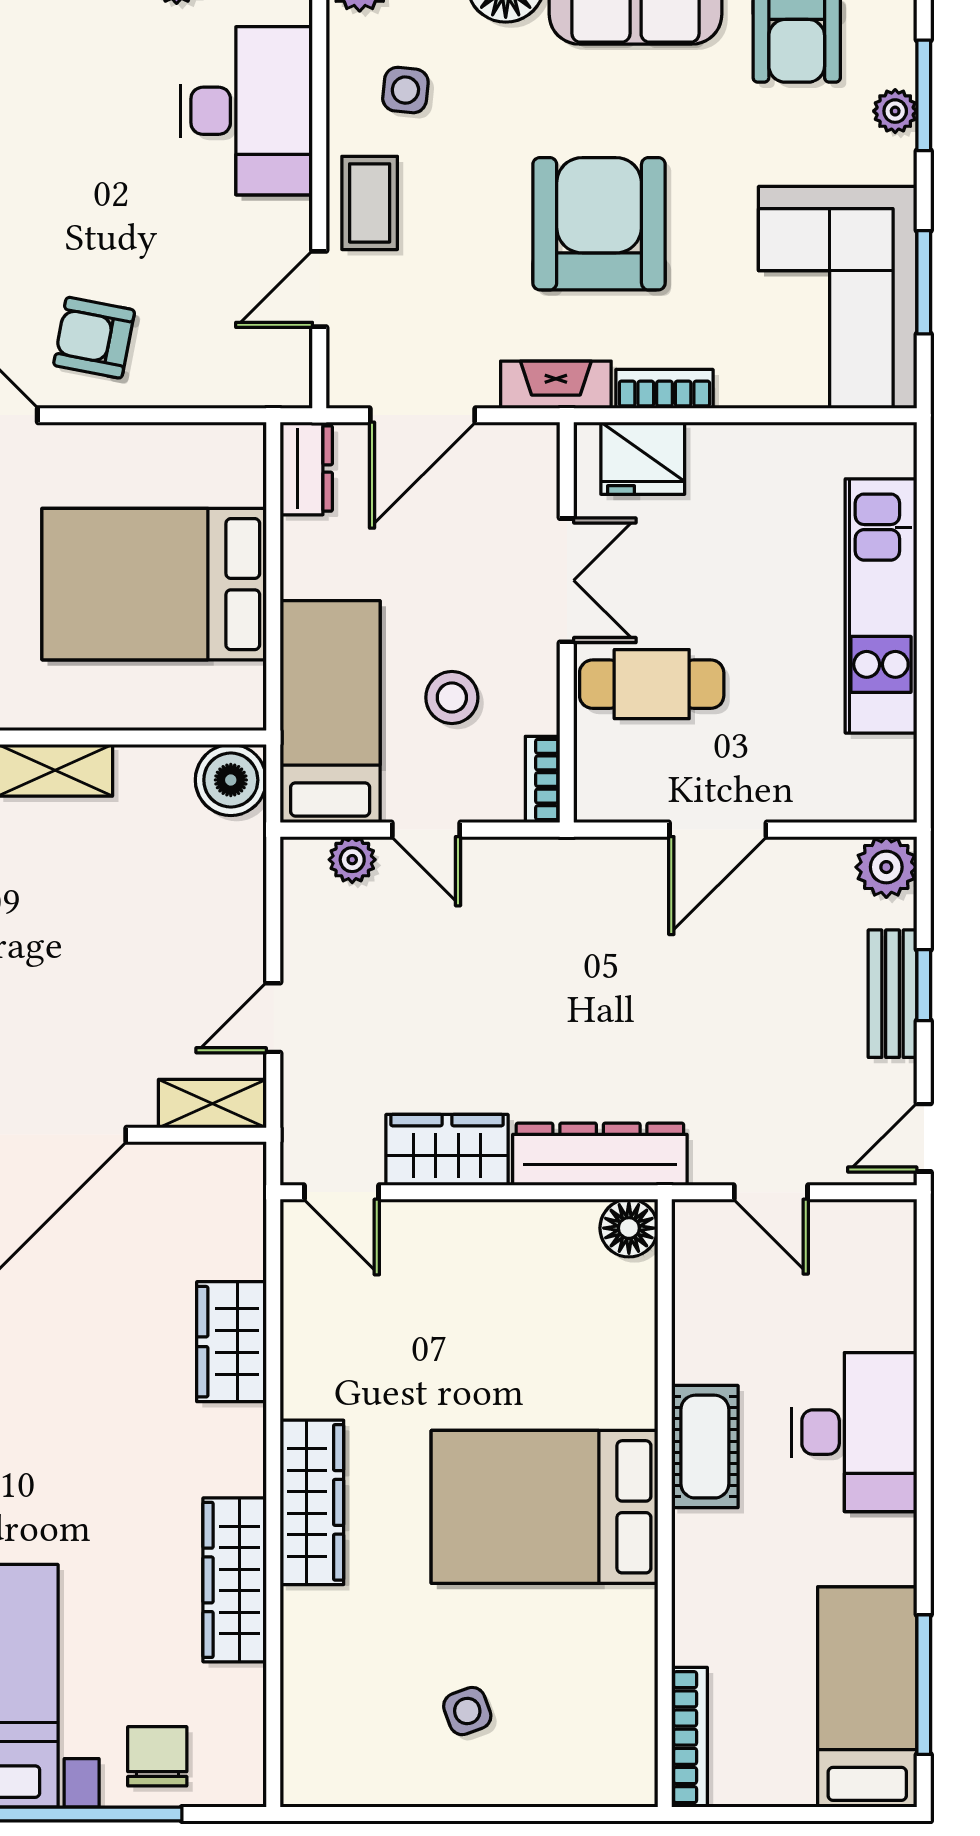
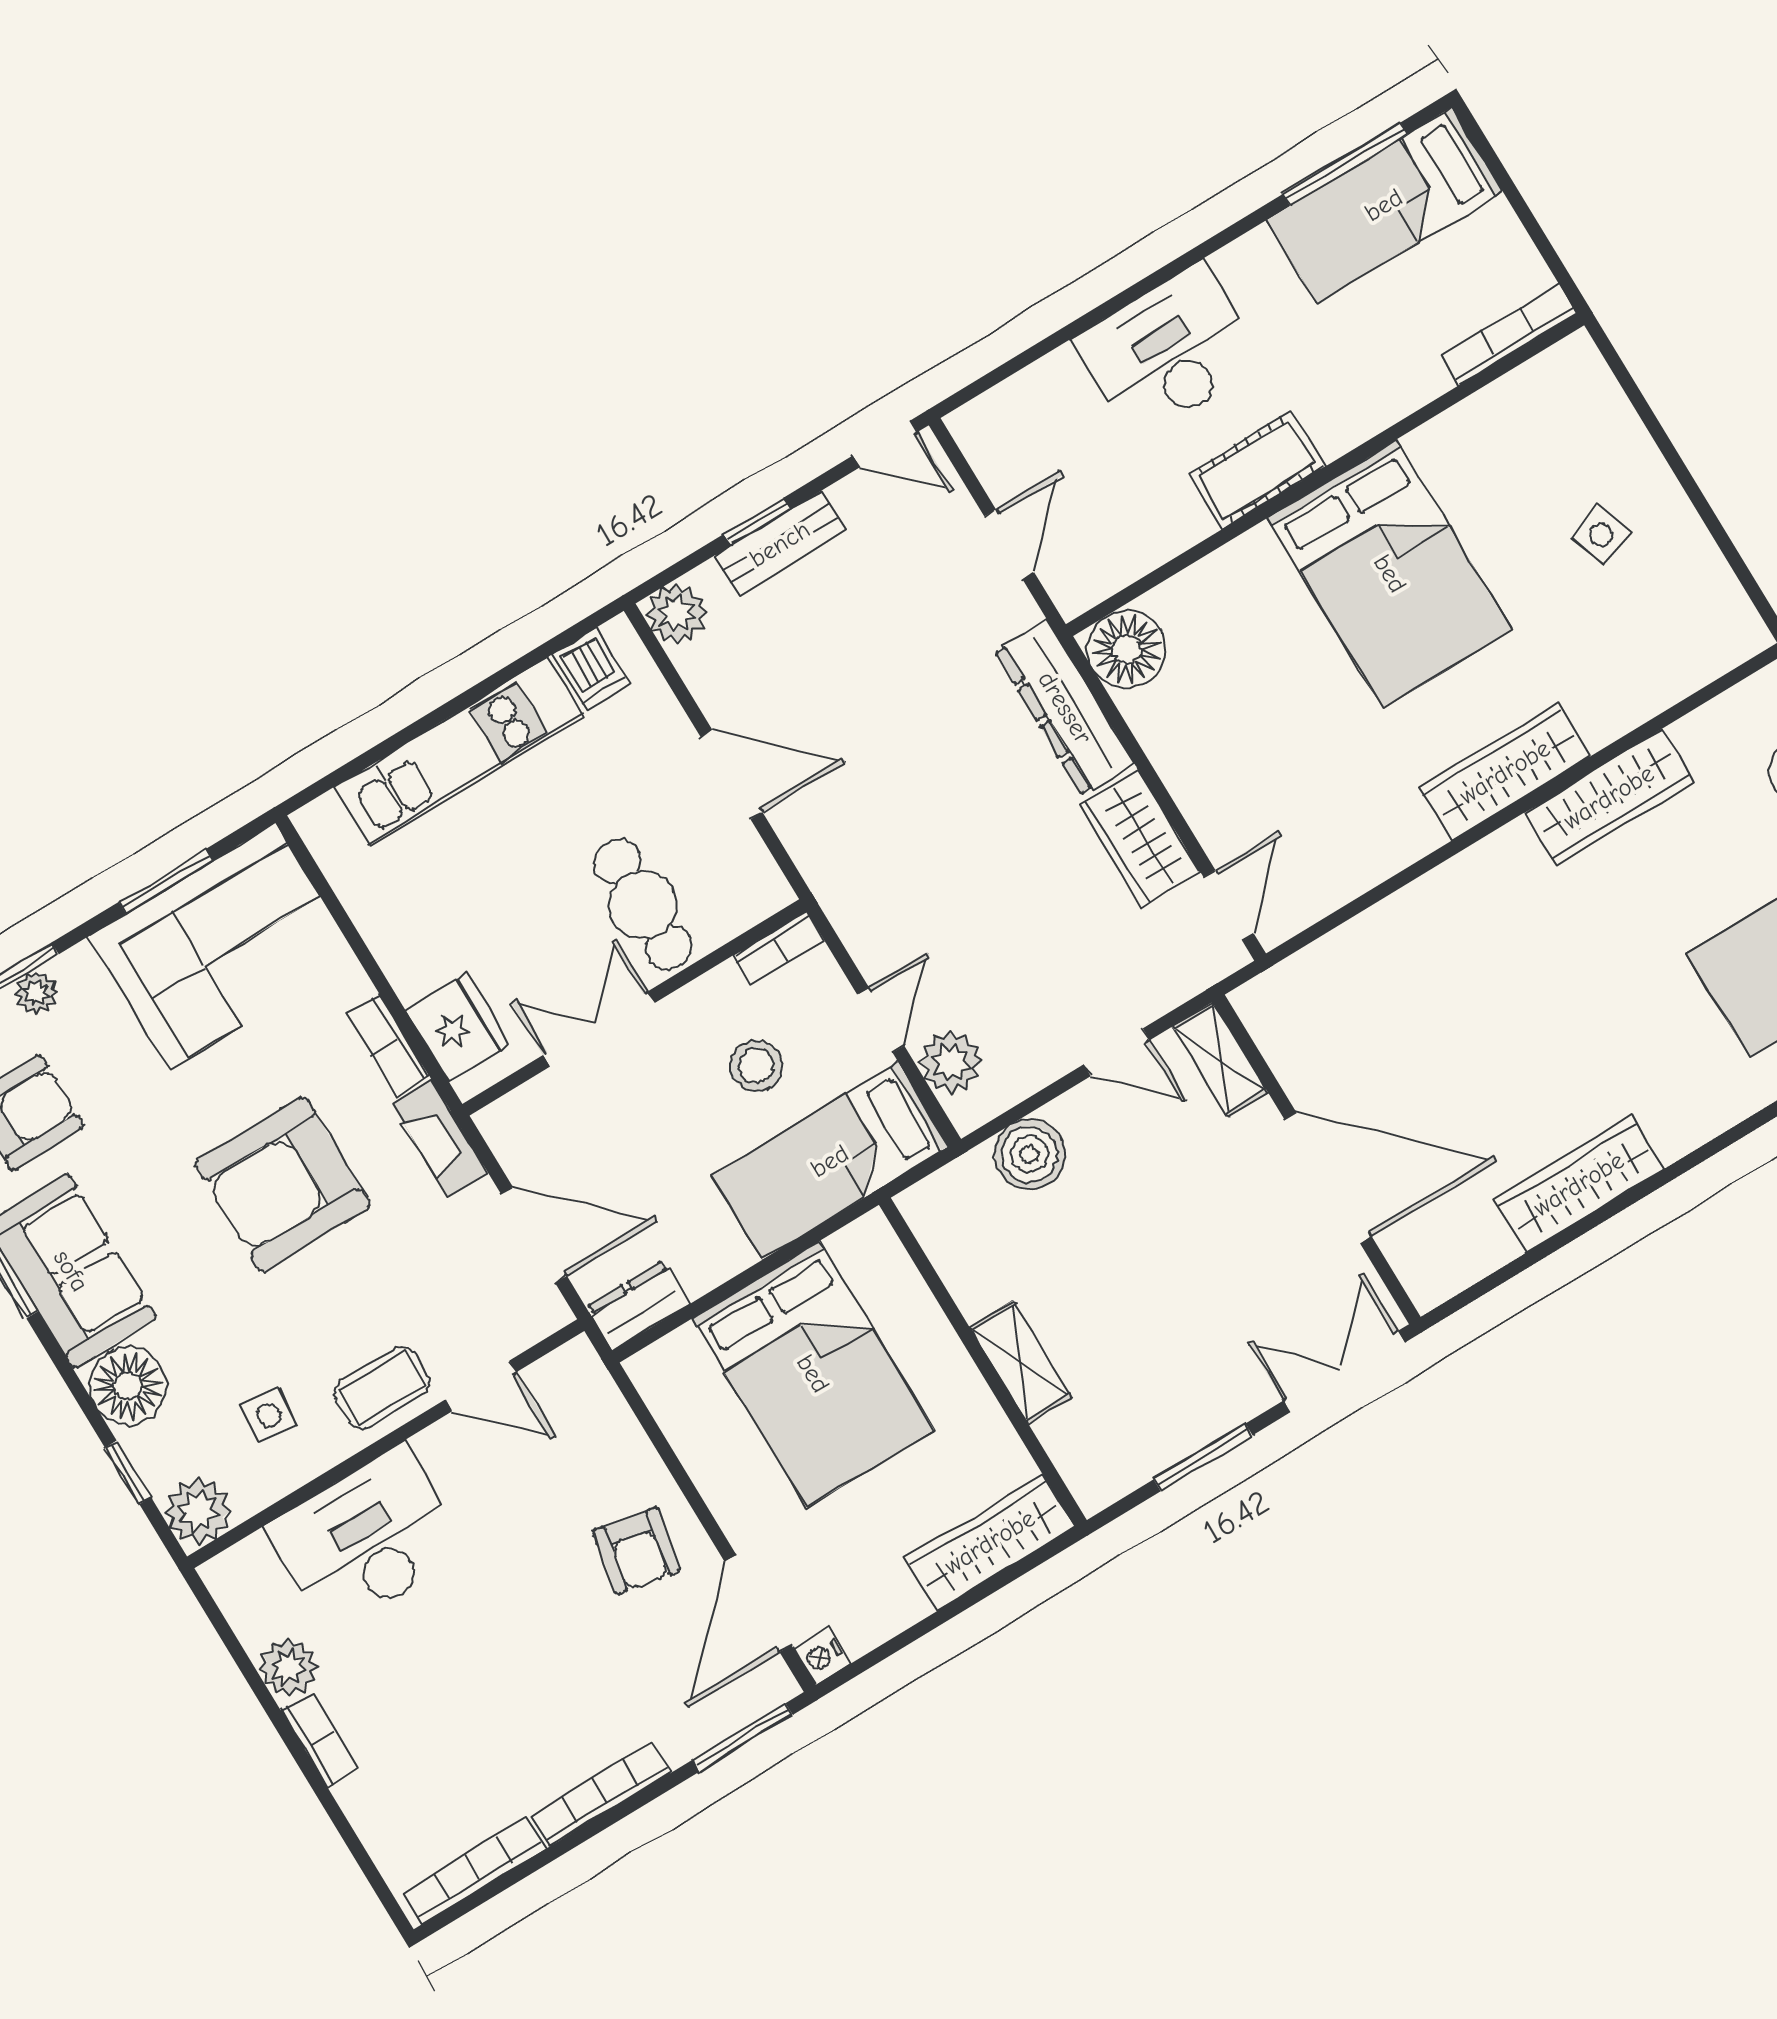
dishwasher: (883, 764) -> (591, 669), added
boiler: (231, 780) -> (1029, 1154), moved
plant: (352, 860) -> (951, 1062), width x1.38, depth x1.38
floor lamp: (629, 1228) -> (1127, 649), width x1.38, depth x1.38
wardrobe: (232, 1342) -> (1411, 922), removed

